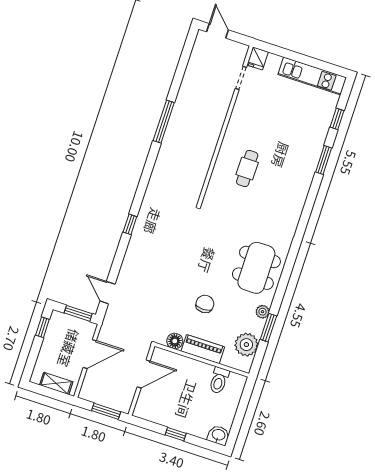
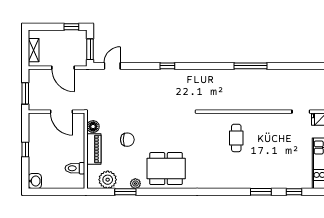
cafe table: (247, 169) -> (236, 138), turned 90

